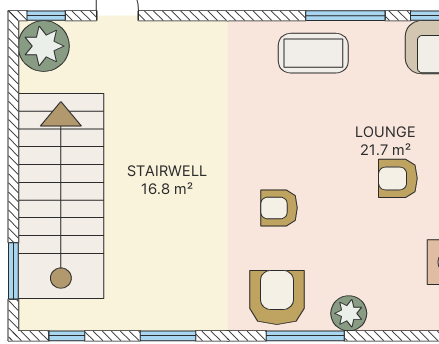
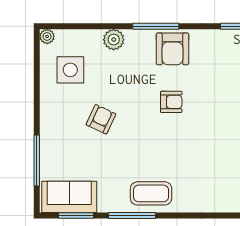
armchair: (398, 178) -> (101, 119), turned -65
plant: (349, 313) -> (114, 40), moved

